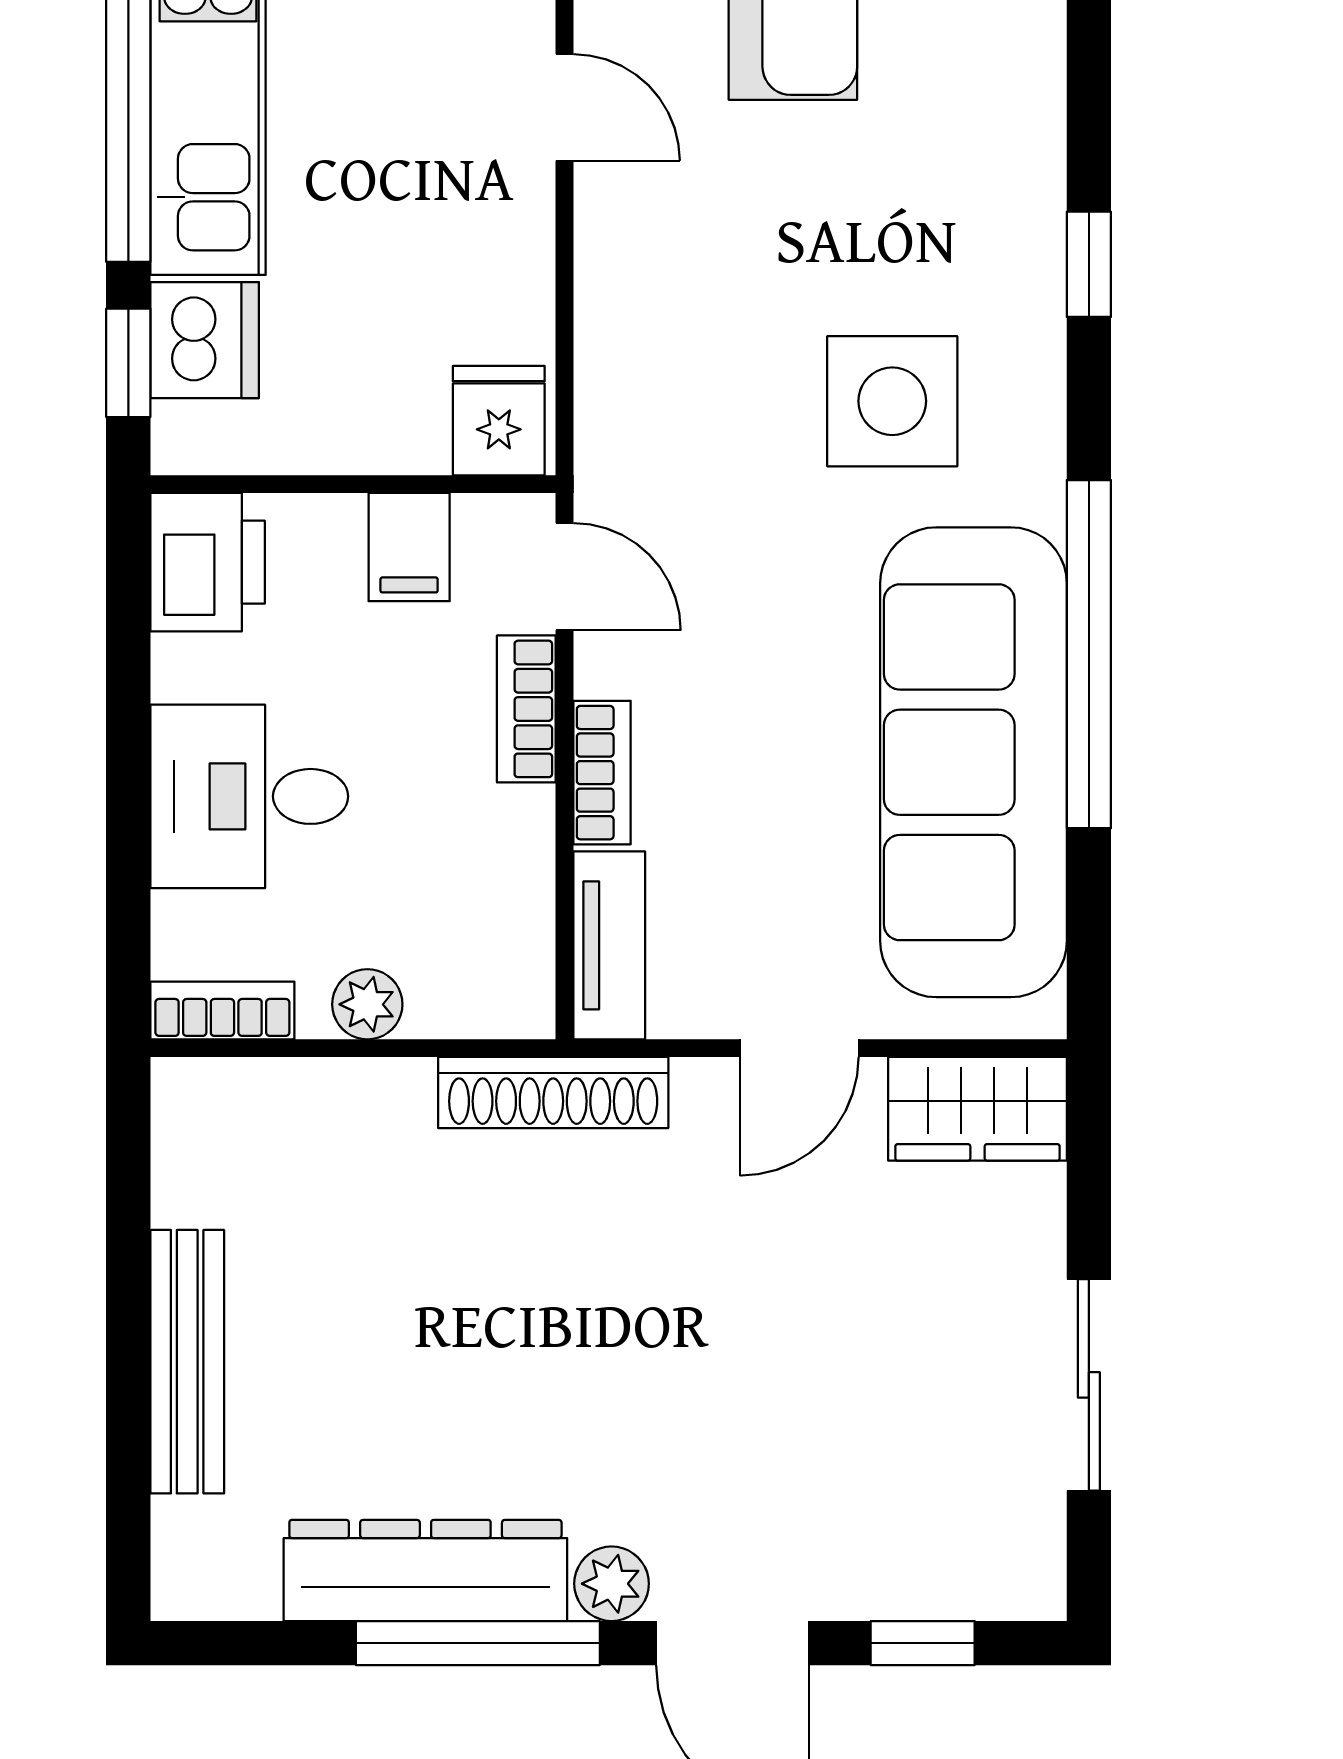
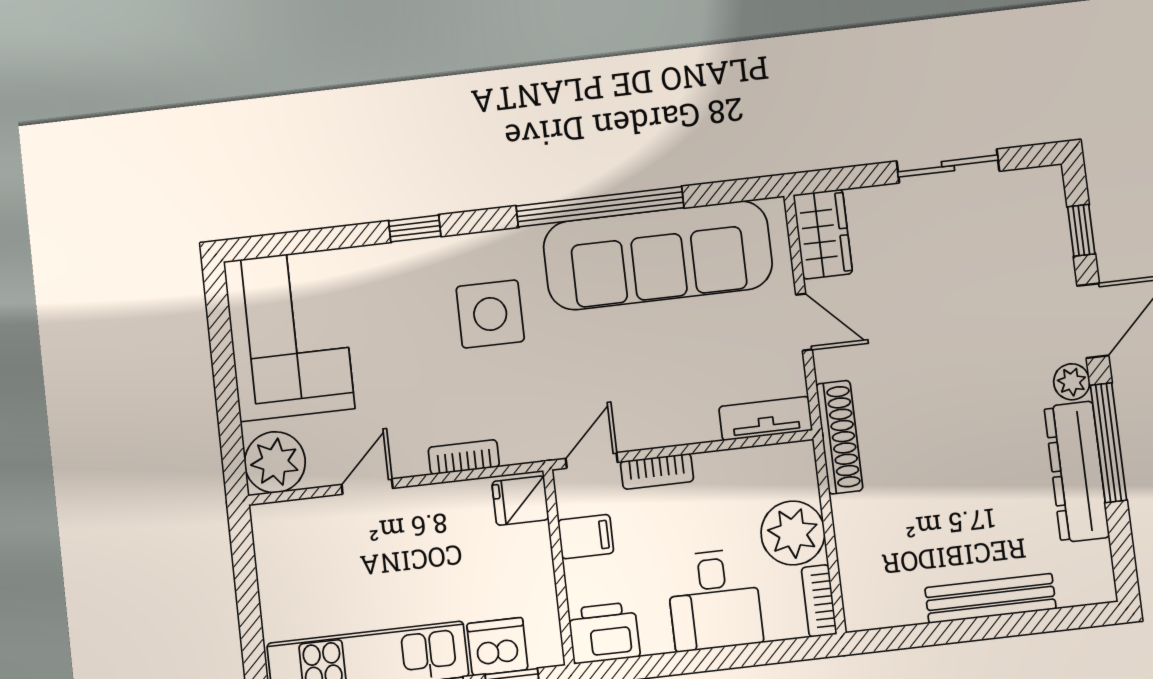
bookcase: (602, 773) -> (464, 457), moved
plant: (367, 1004) -> (793, 533), width x1.87, depth x1.87

